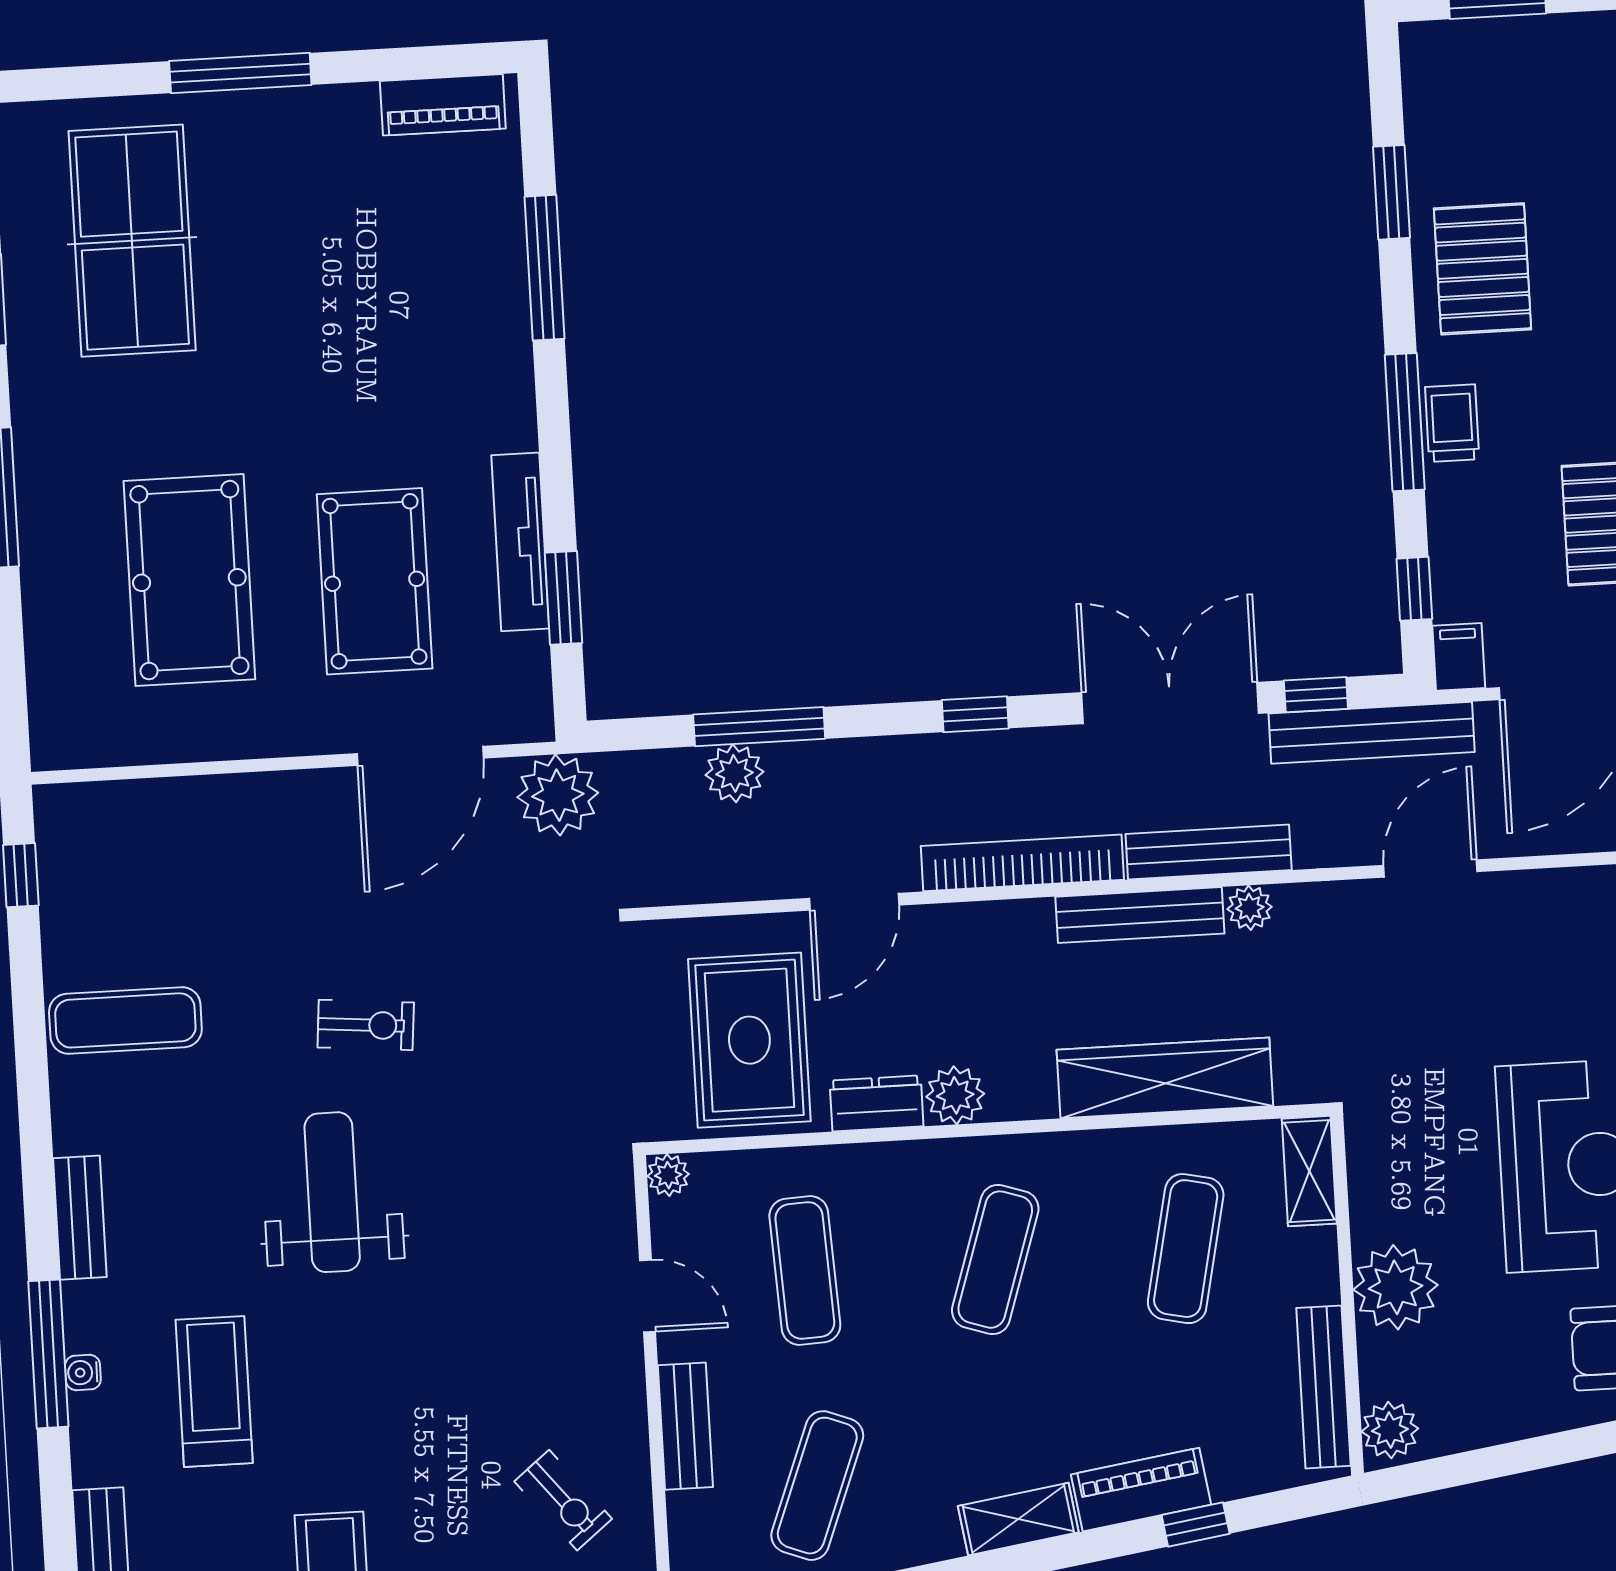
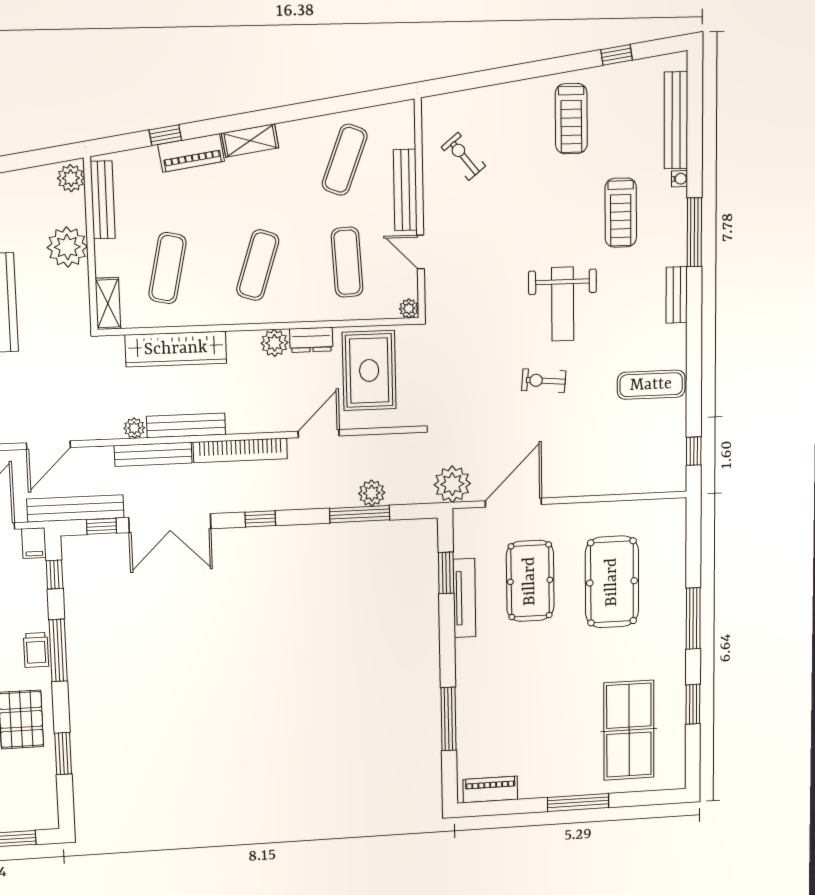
water cooler: (83, 1372) -> (680, 179), moved
bench: (685, 1426) -> (405, 190), width x1.36

